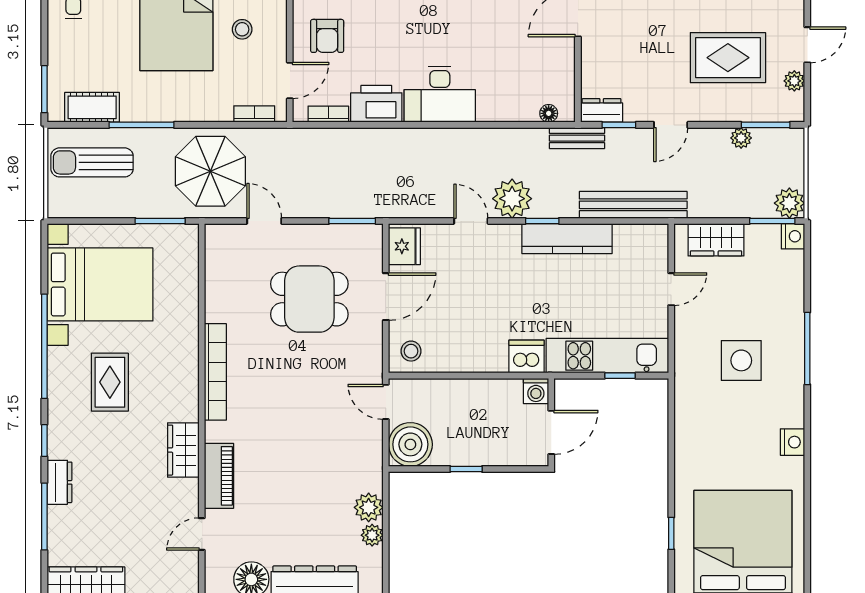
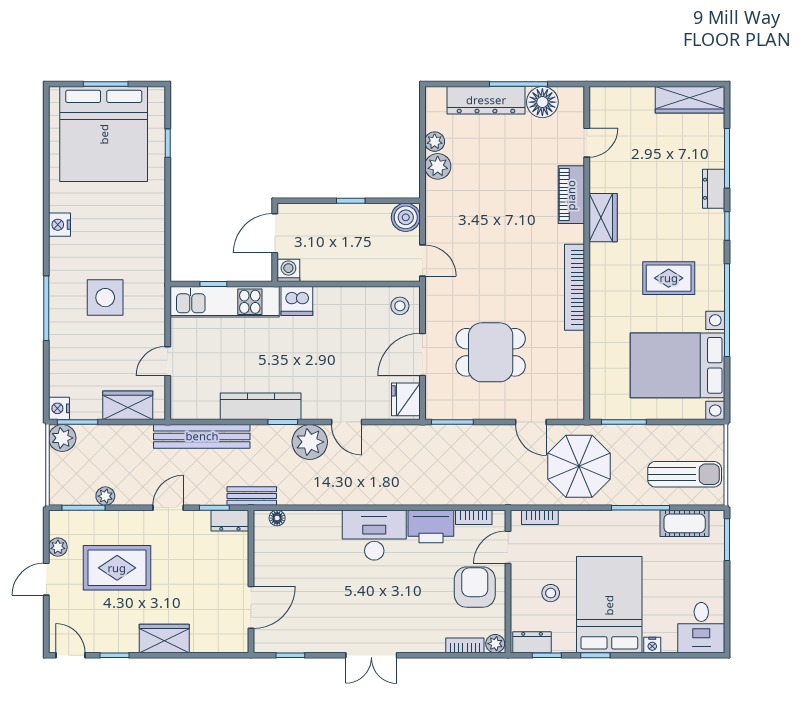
armchair: (327, 36) -> (475, 587), width x1.38, depth x1.38
rug: (110, 382) -> (669, 278), turned 90
boiler: (410, 444) -> (406, 217), width x0.73, depth x0.73

